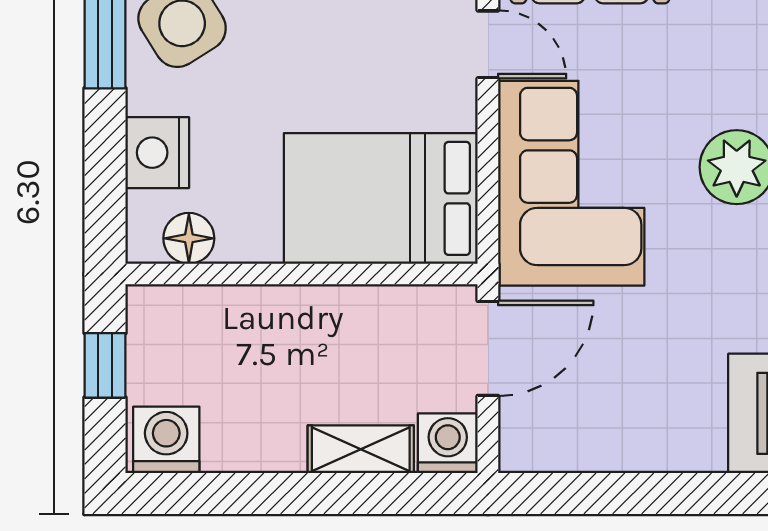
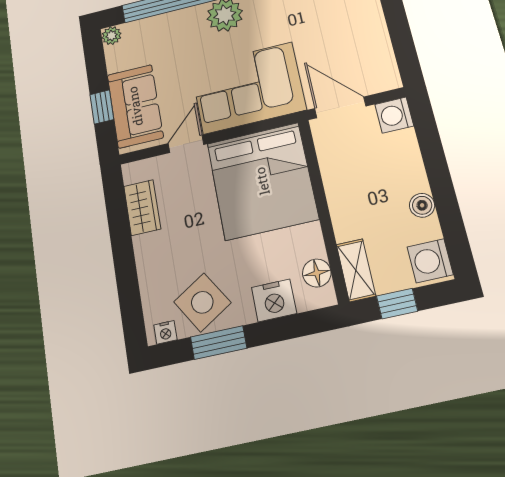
bed: (381, 198) -> (262, 181), width x1.36
shelving: (361, 449) -> (356, 270), moved
boiler: (267, 451) -> (422, 205), added

